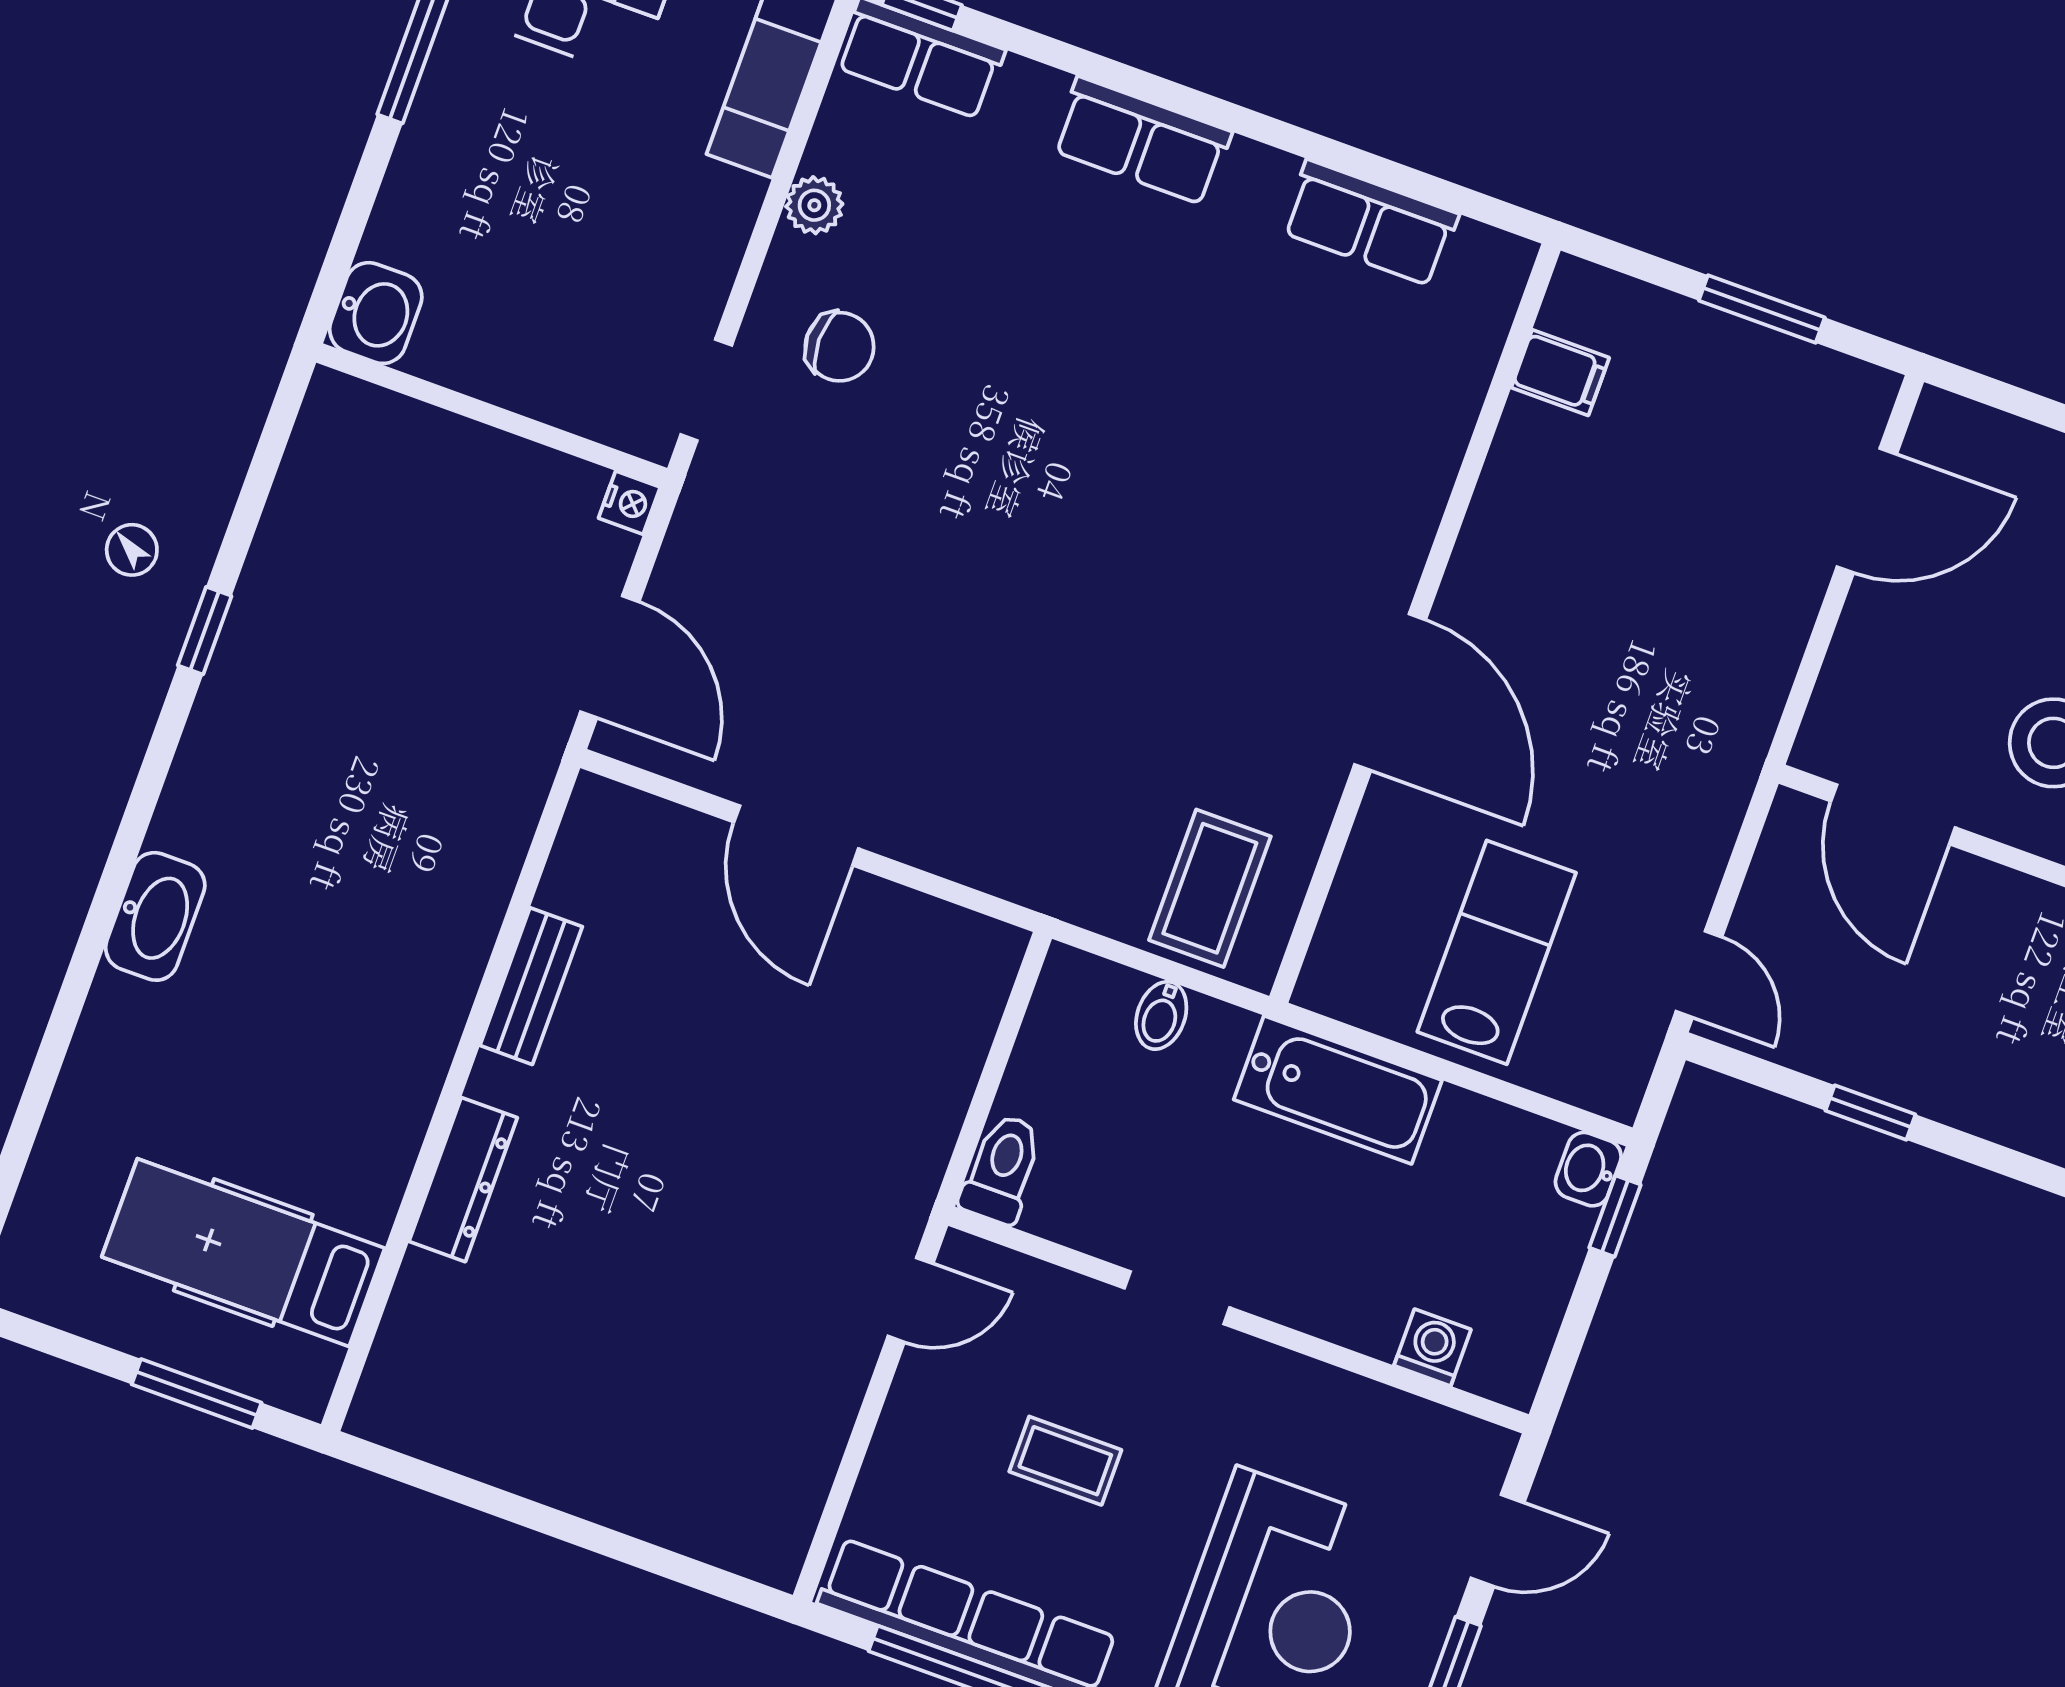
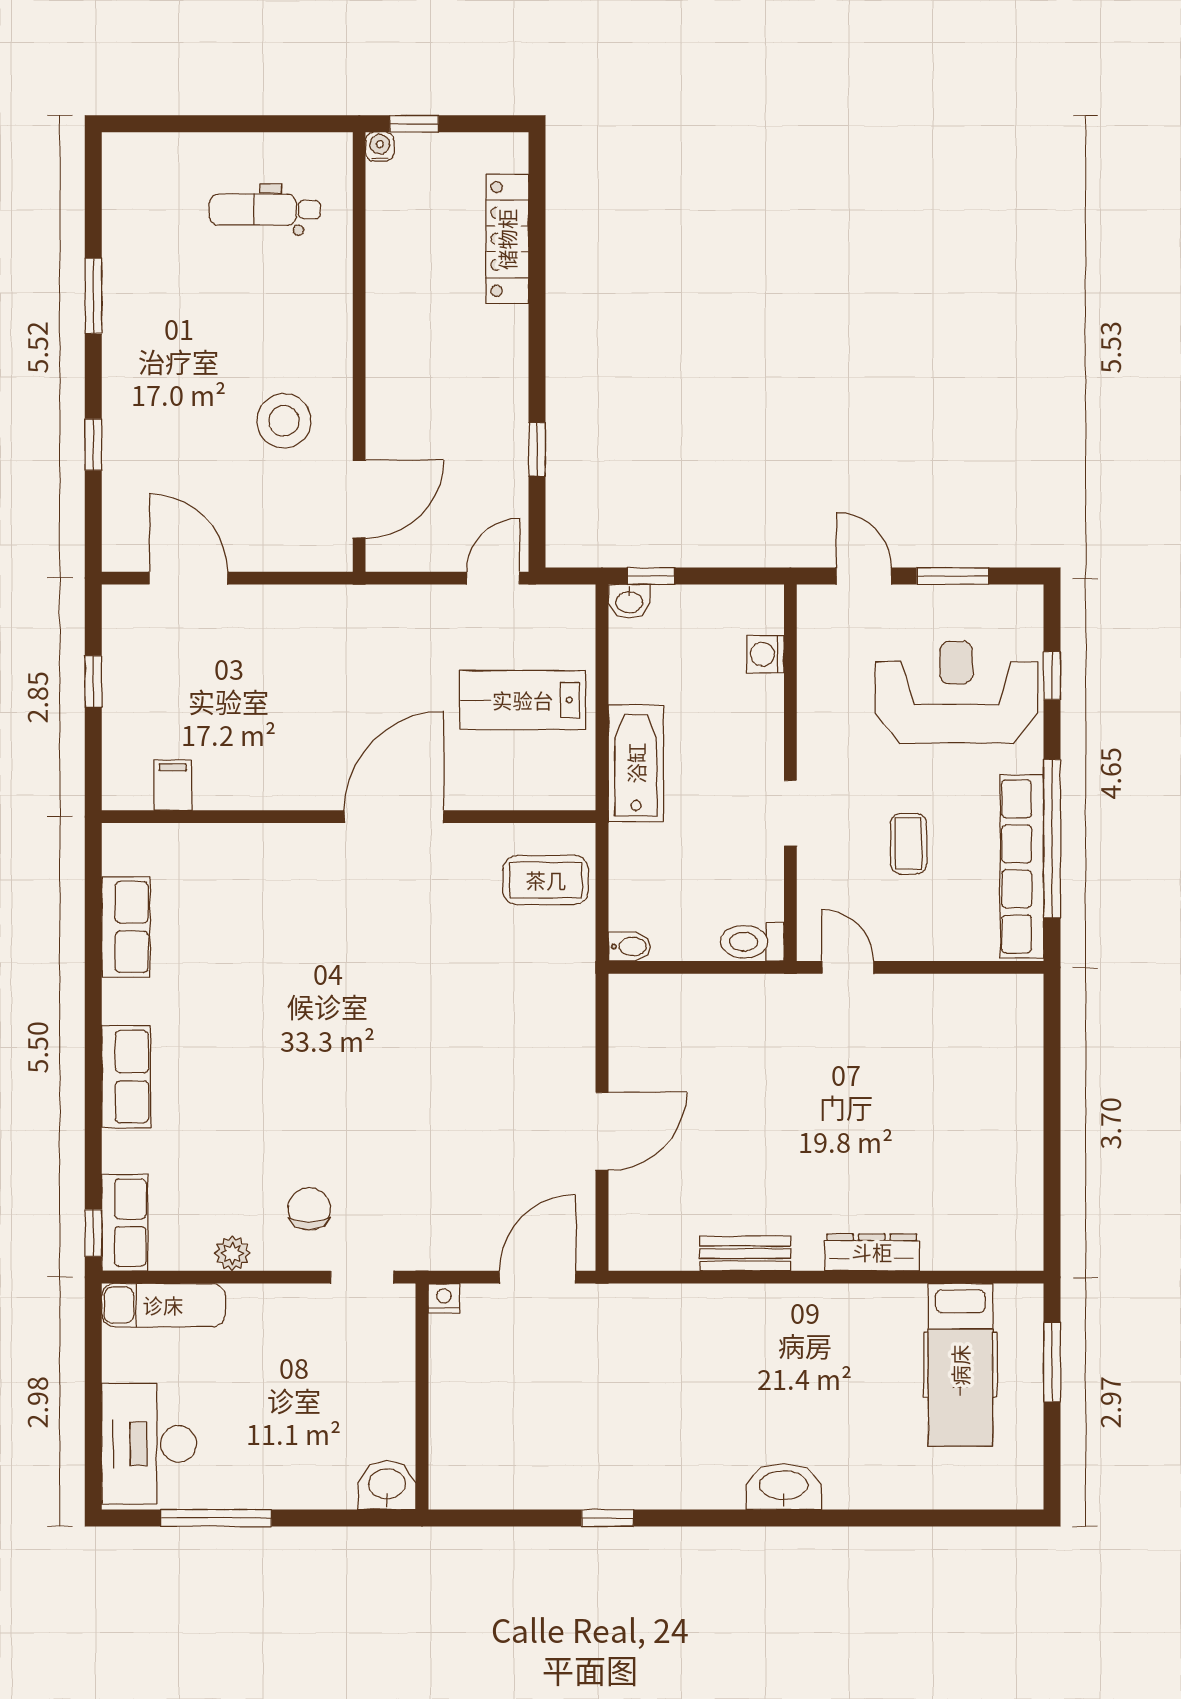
window: (1762, 309) -> (93, 681), width x0.67
bidet: (1161, 1015) -> (630, 946), moved

